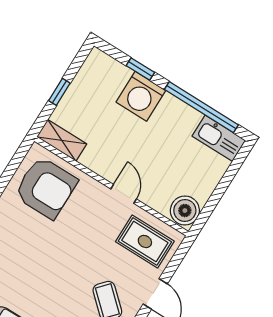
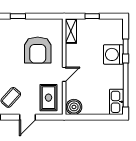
armchair: (46, 188) -> (38, 50), moved

